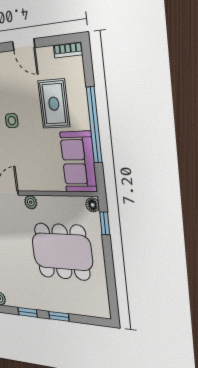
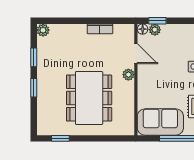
floor lamp: (93, 205) -> (127, 130), removed
window: (105, 223) -> (60, 138), moved

